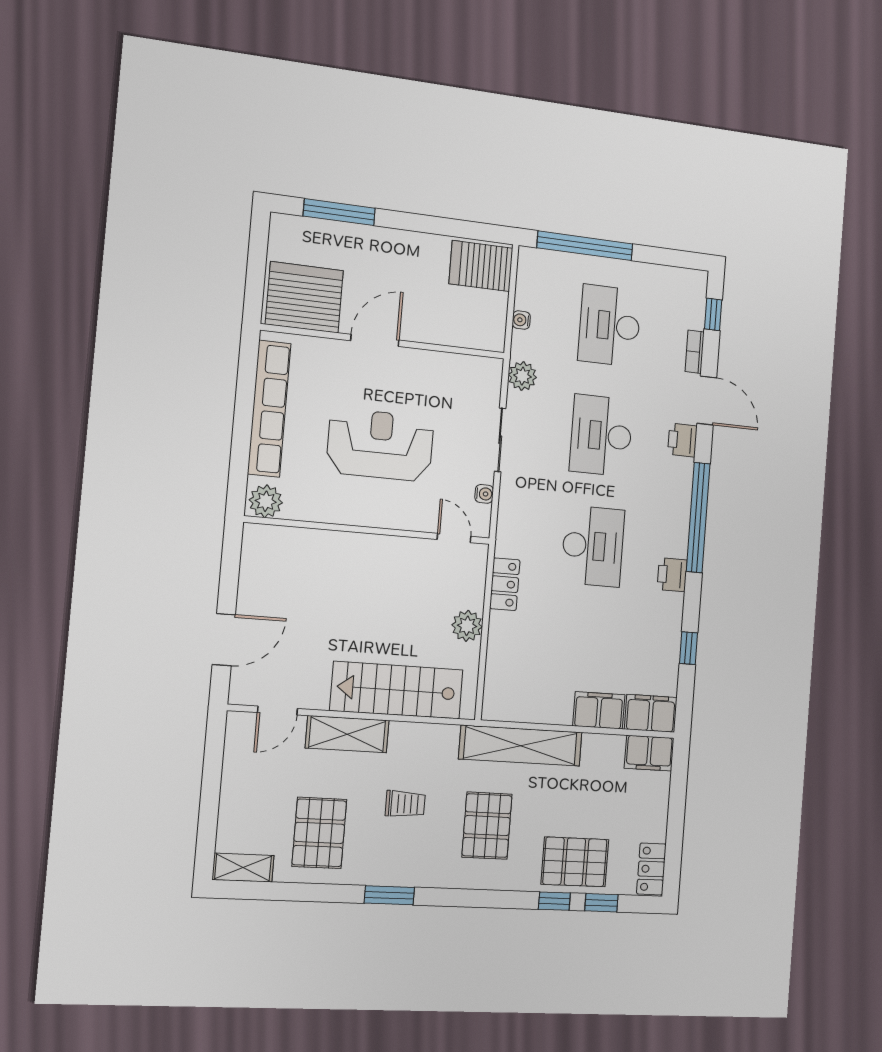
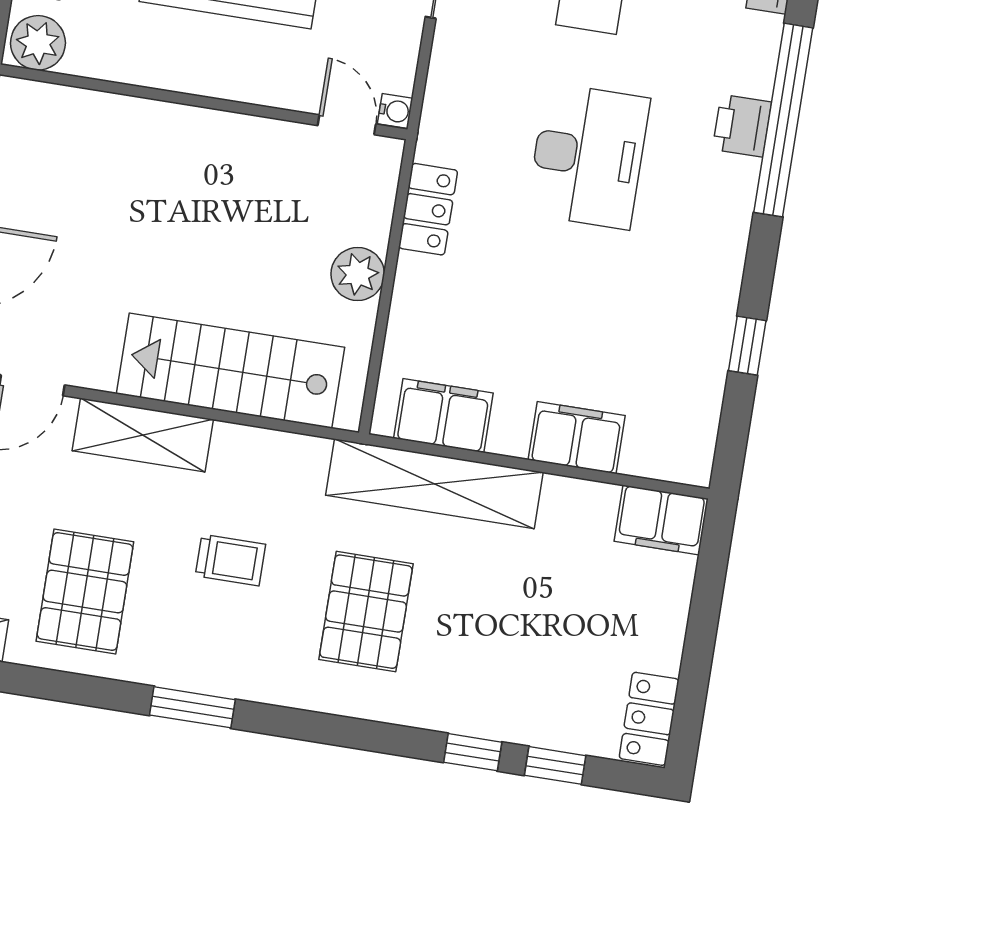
water cooler: (484, 494) -> (395, 111), moved
printer: (672, 575) -> (742, 126), moved
filing cabinet: (651, 713) -> (443, 416), moved
pallet: (575, 862) -> (514, 690), removed

